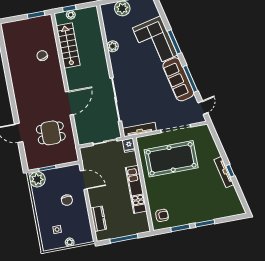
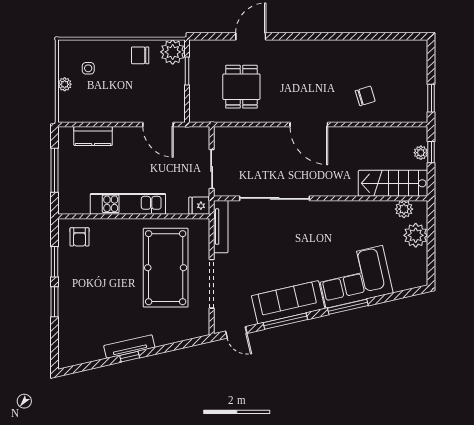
stairs: (68, 45) -> (393, 183), moved, turned 180
plant: (113, 46) -> (404, 209), moved
door: (69, 103) -> (309, 125), moved
door: (84, 180) -> (158, 125), hinge flipped
chair: (67, 200) -> (140, 55), moved

